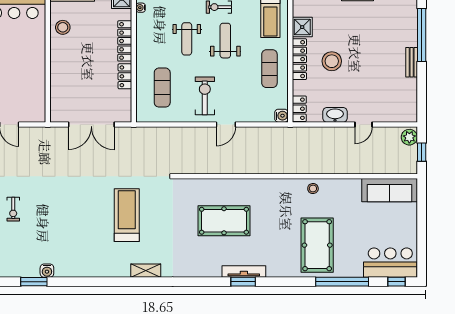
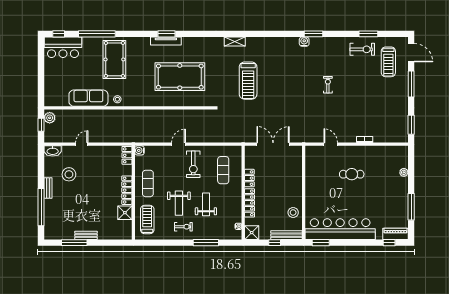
stool: (332, 61) -> (69, 174), moved
washbasin: (335, 115) -> (53, 151), moved
plant: (409, 137) -> (50, 118), moved
sofa: (390, 190) -> (88, 98), moved
pool table: (224, 221) -> (180, 77), width x1.36, depth x1.32

